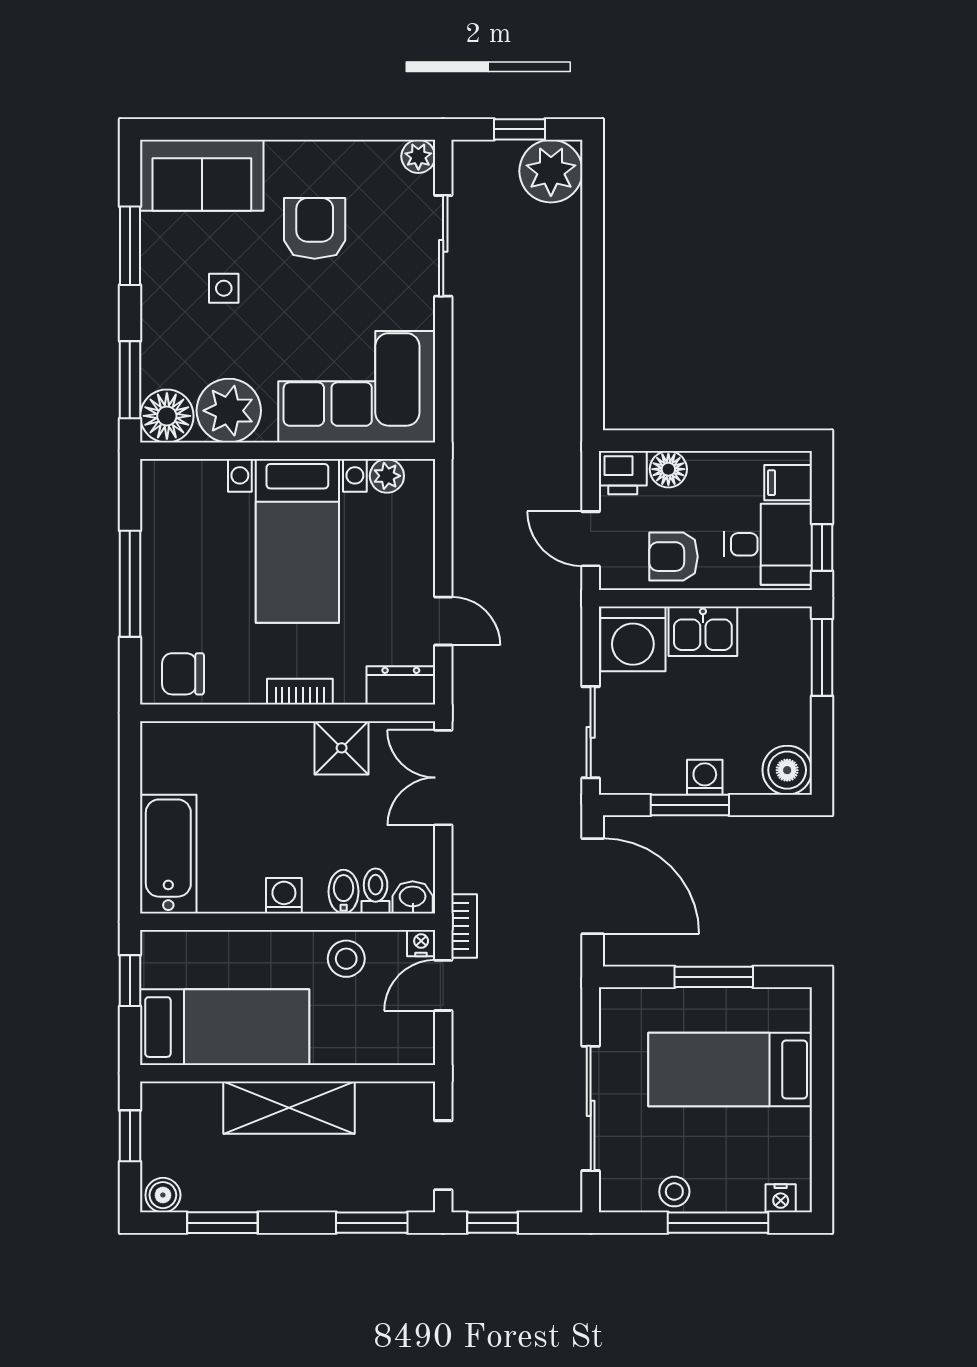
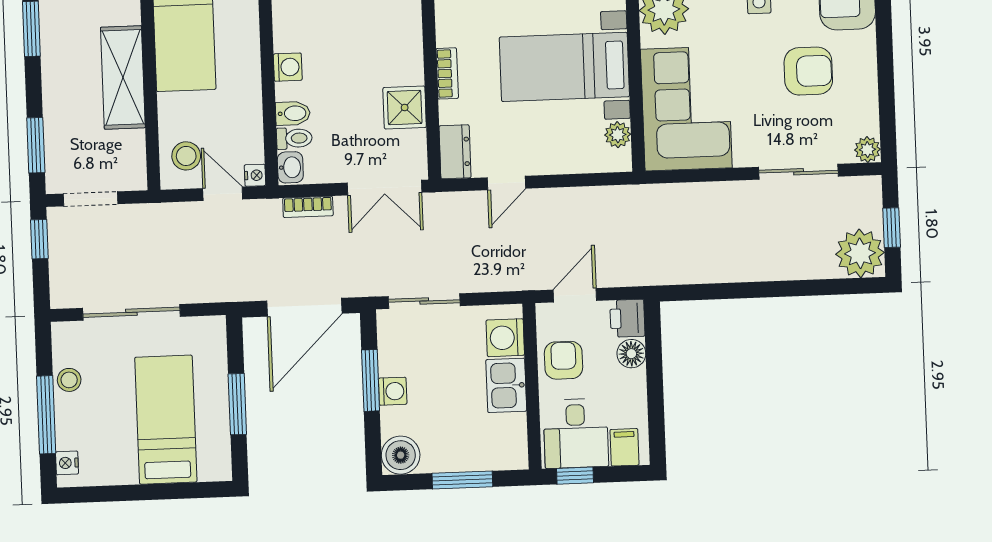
washing machine: (633, 639) -> (505, 338), width x0.73, depth x0.73
window: (822, 657) -> (462, 480), moved
double door: (443, 778) -> (384, 188), swing flipped
bookcase: (464, 926) -> (308, 207), moved
stool: (346, 959) -> (186, 156), moved

